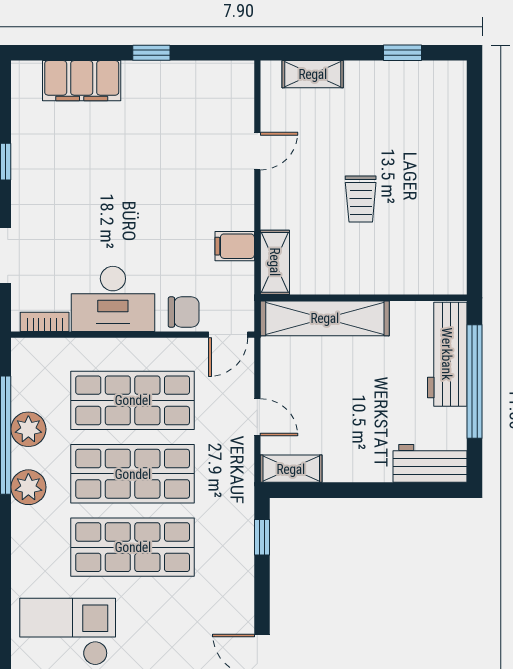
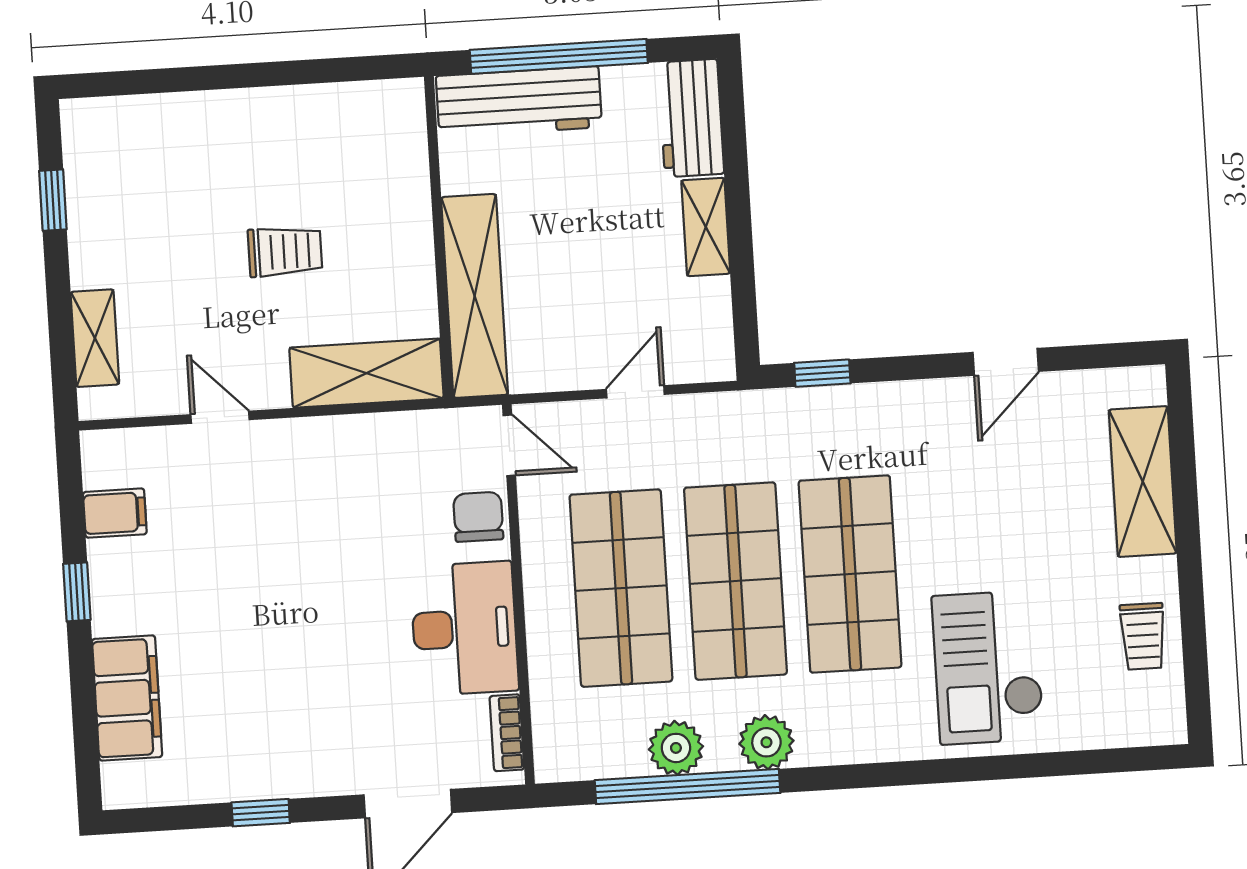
filing cabinet: (235, 246) -> (115, 513), moved, turned -90
shelving: (275, 262) -> (366, 373), width x1.50, depth x1.33
shelving: (291, 469) -> (706, 227), moved

